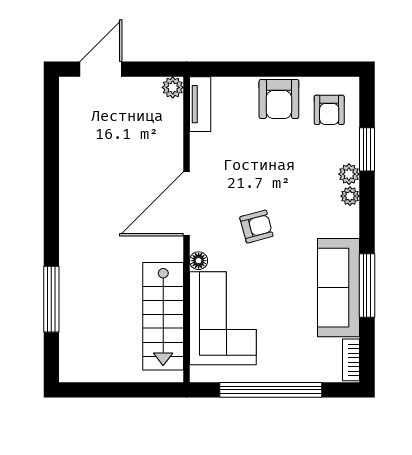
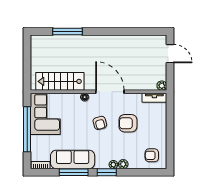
armchair: (279, 99) -> (128, 123), moved
window: (367, 149) -> (107, 172), moved
corner sofa: (223, 318) -> (45, 114), moved, turned -90

